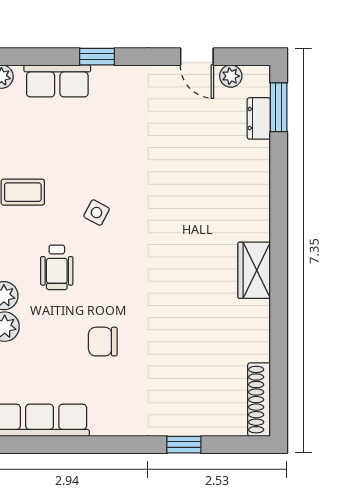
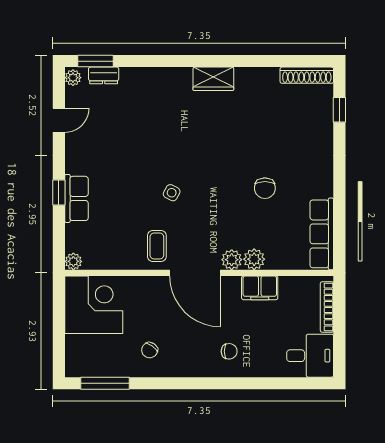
plant: (231, 76) -> (73, 78), moved
row of seats: (57, 81) -> (76, 198), moved
wheelchair: (57, 267) -> (211, 221), removed
window: (184, 445) -> (339, 110), moved

